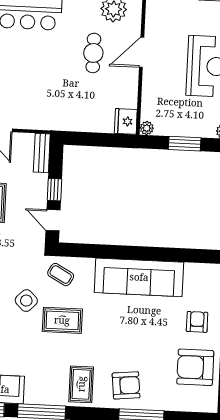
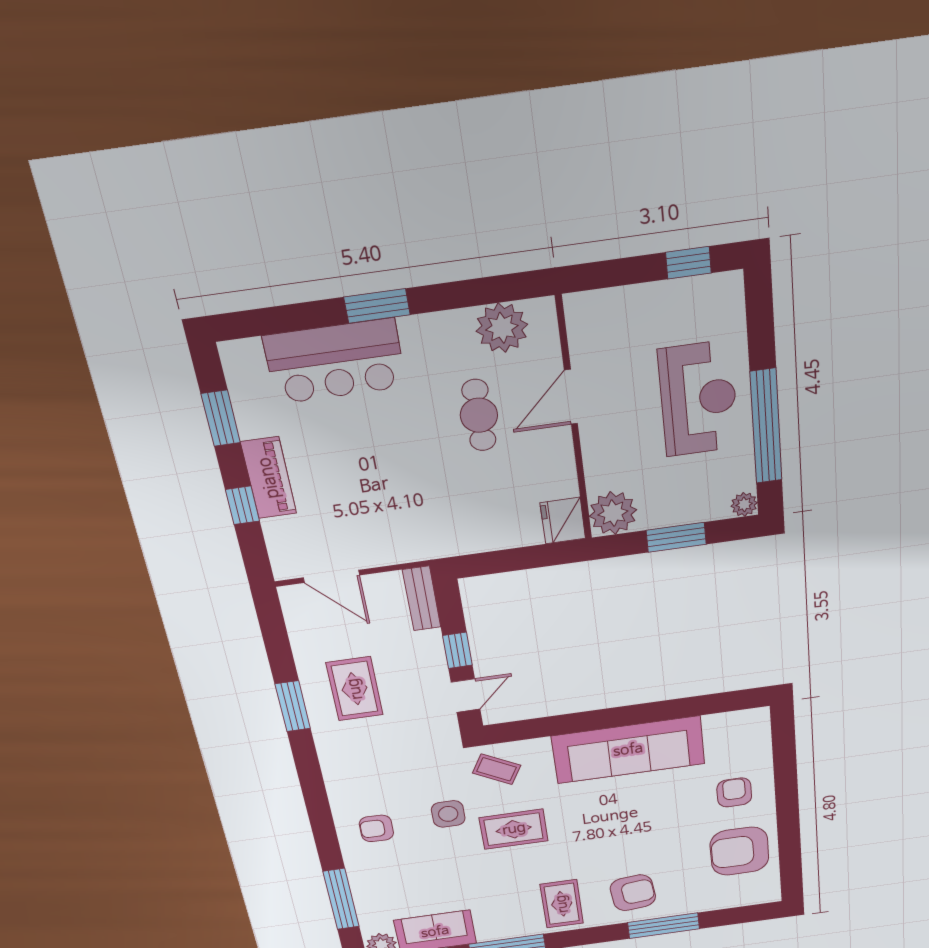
plant: (147, 128) -> (613, 513), width x1.88, depth x1.88
door: (53, 220) -> (466, 696), swing flipped
side table: (26, 301) -> (448, 814), turned 45

